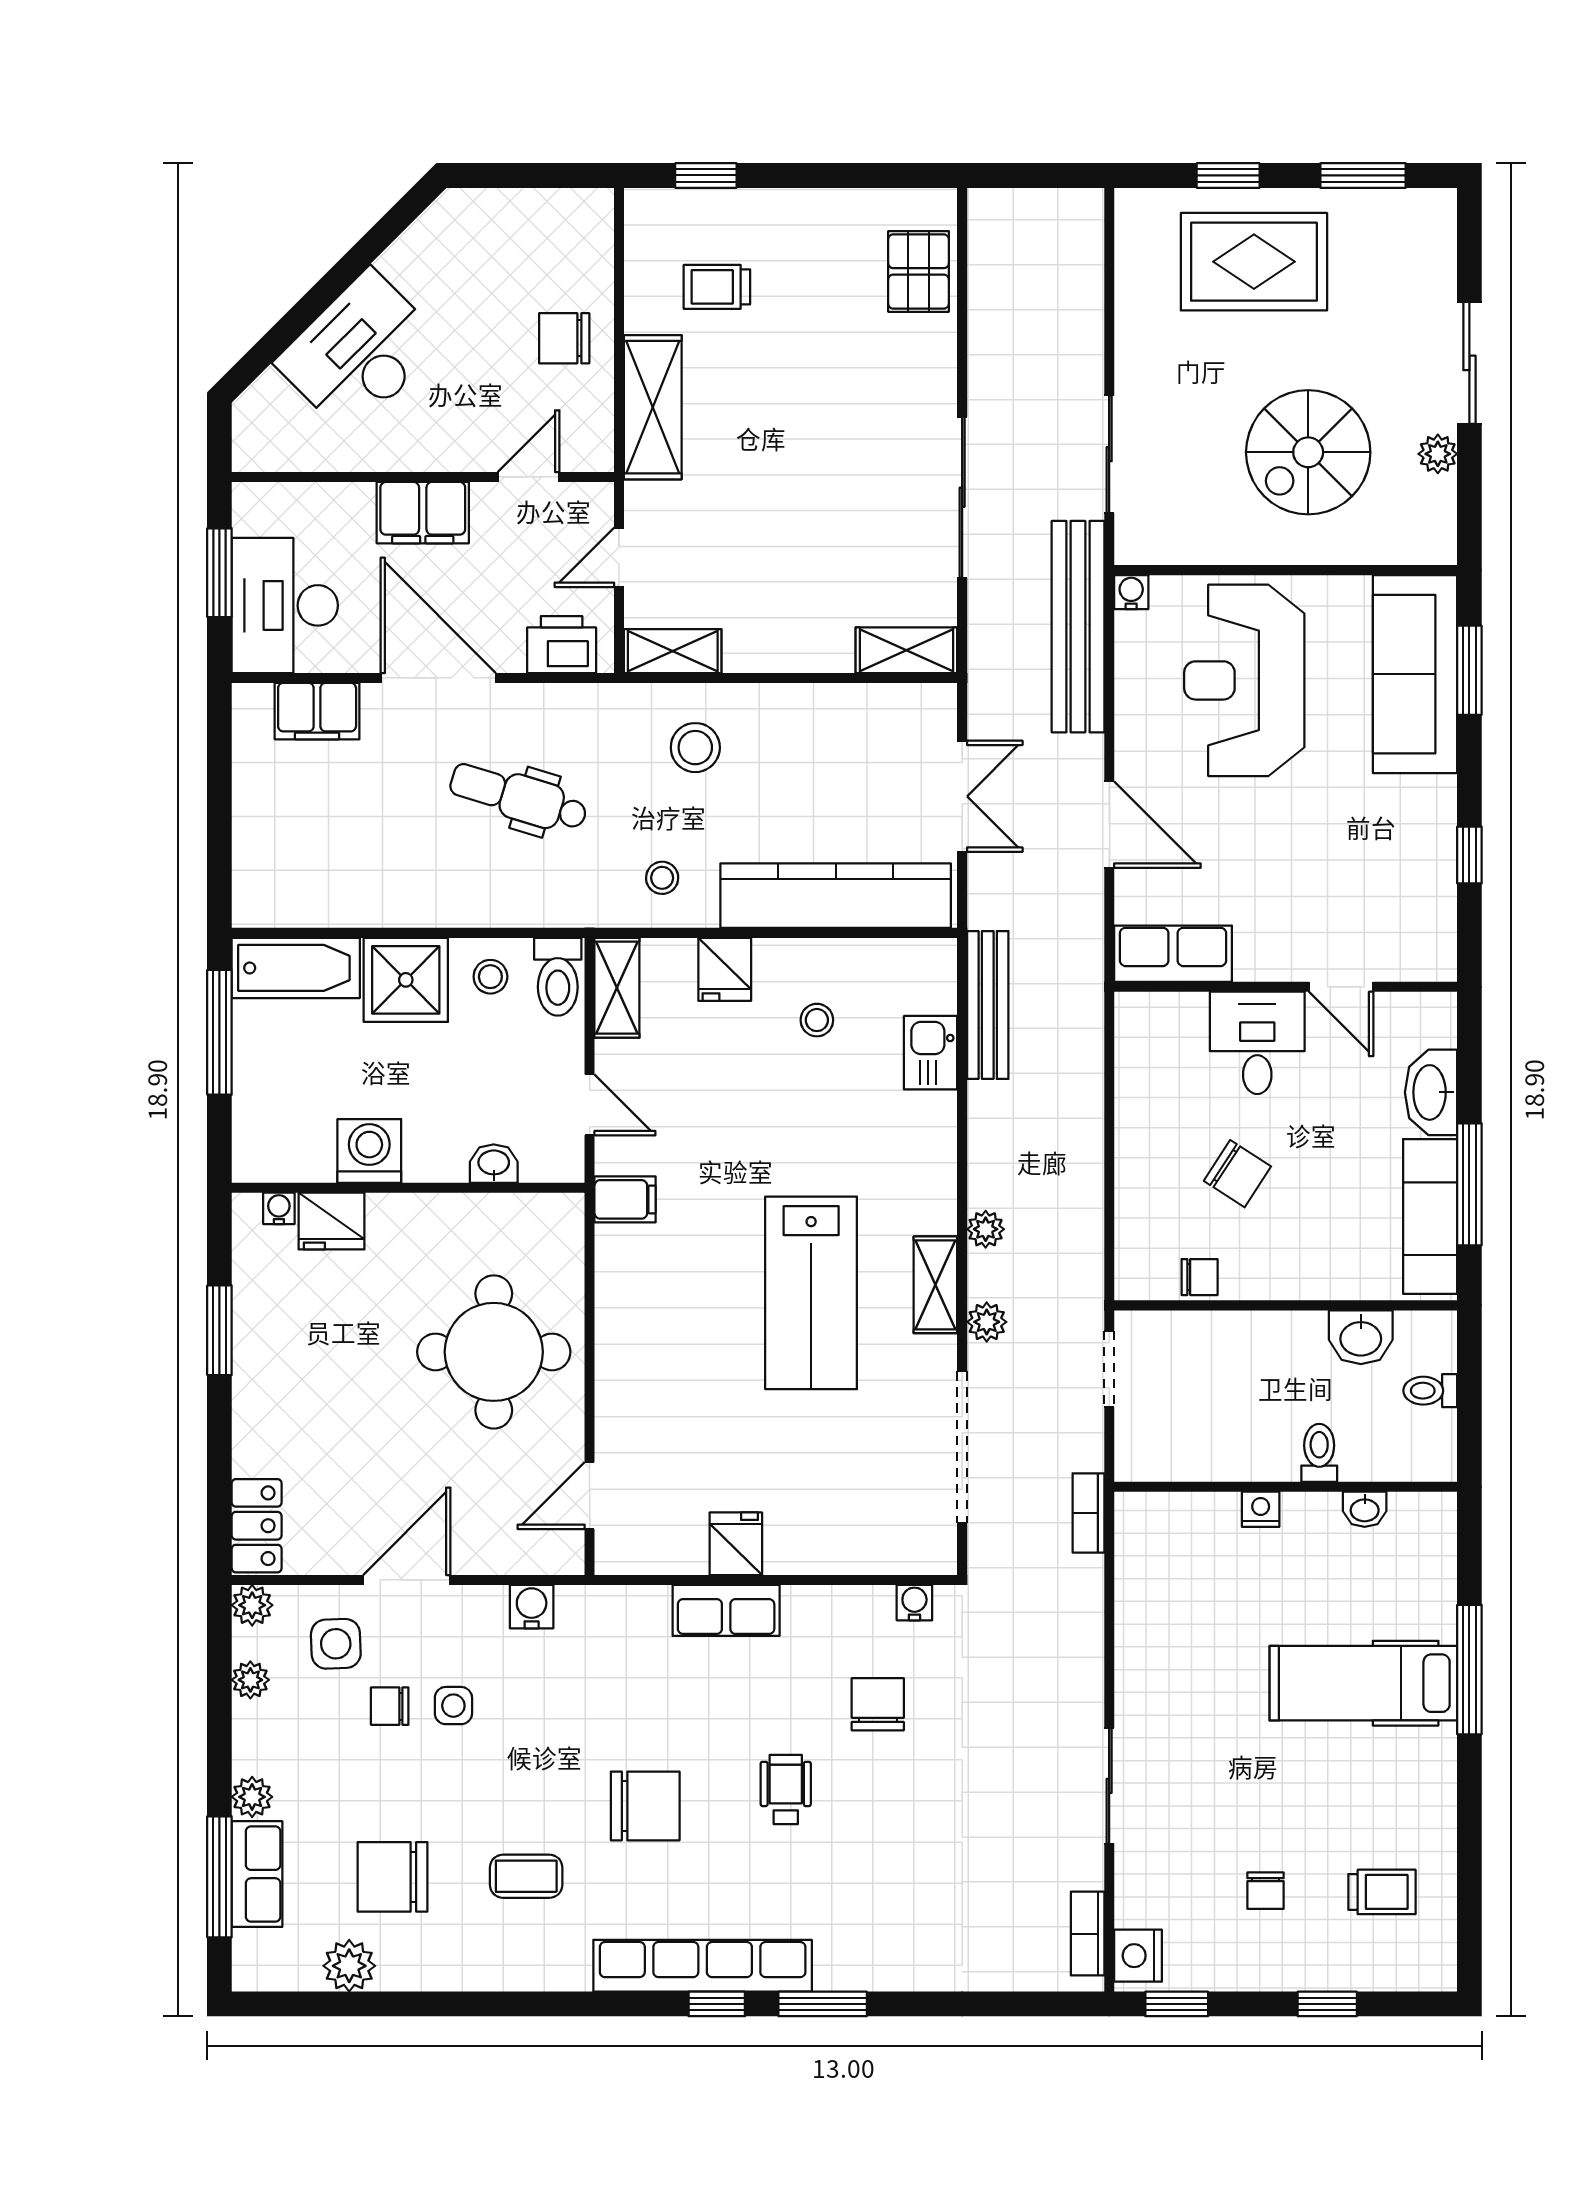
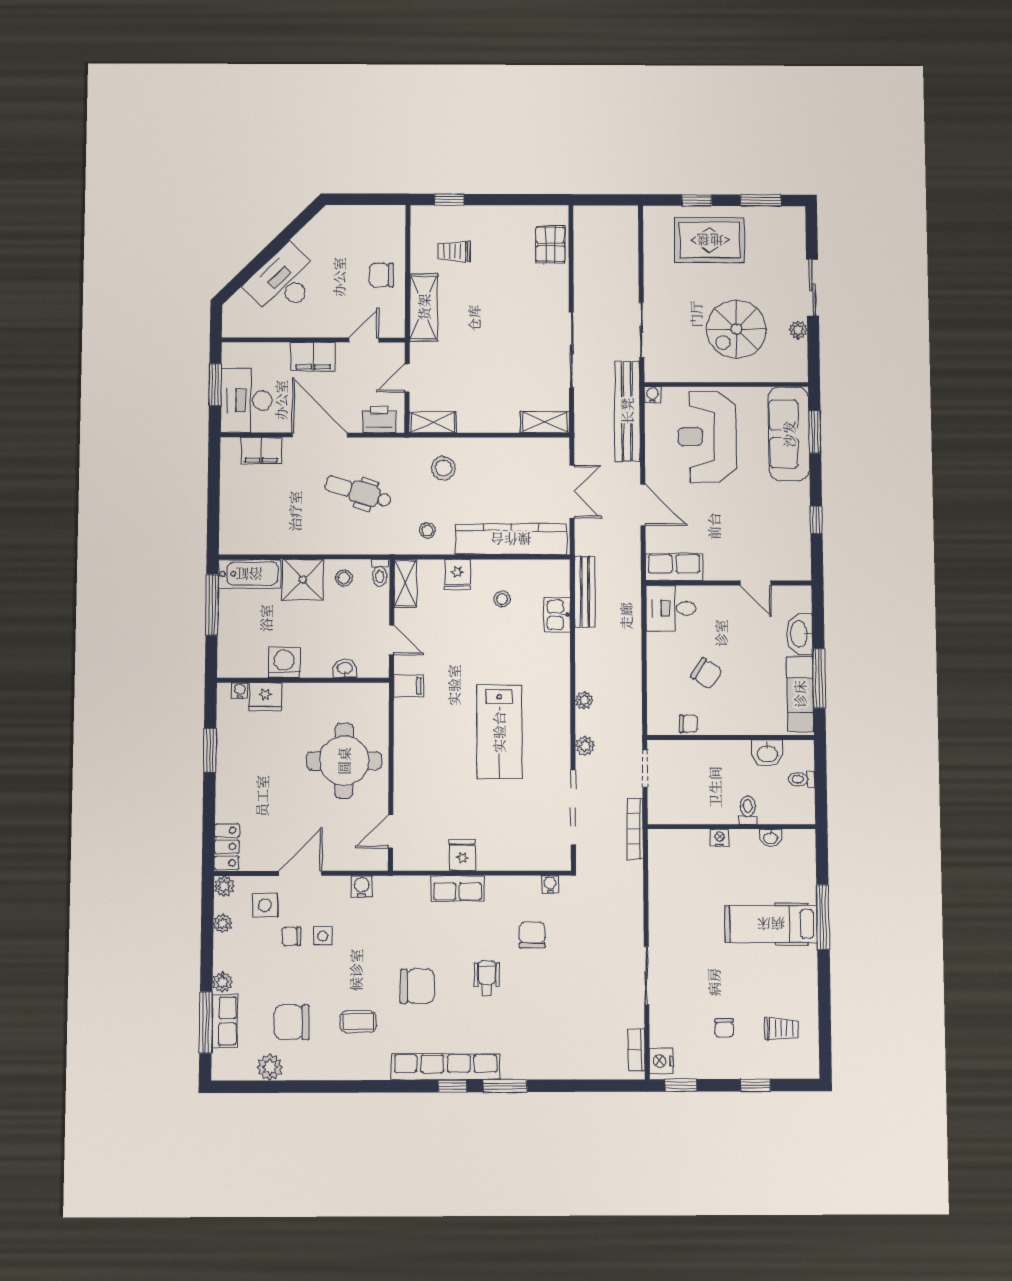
toilet: (558, 977) -> (380, 573), width x0.73, depth x0.72
desk: (1257, 1043) -> (671, 608), moved, turned -90
shelving: (935, 1285) -> (560, 728), removed
bookcase: (1088, 1513) -> (635, 829), width x1.56

